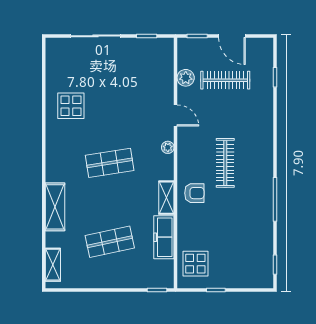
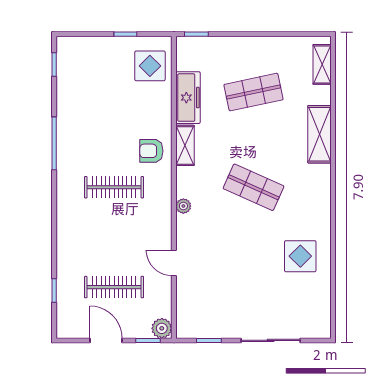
plant: (186, 78) -> (162, 328), moved
door: (176, 115) -> (174, 263), moved
shop shelf: (110, 163) -> (253, 187), turned 33
clothes rail: (225, 163) -> (114, 187), turned 90

